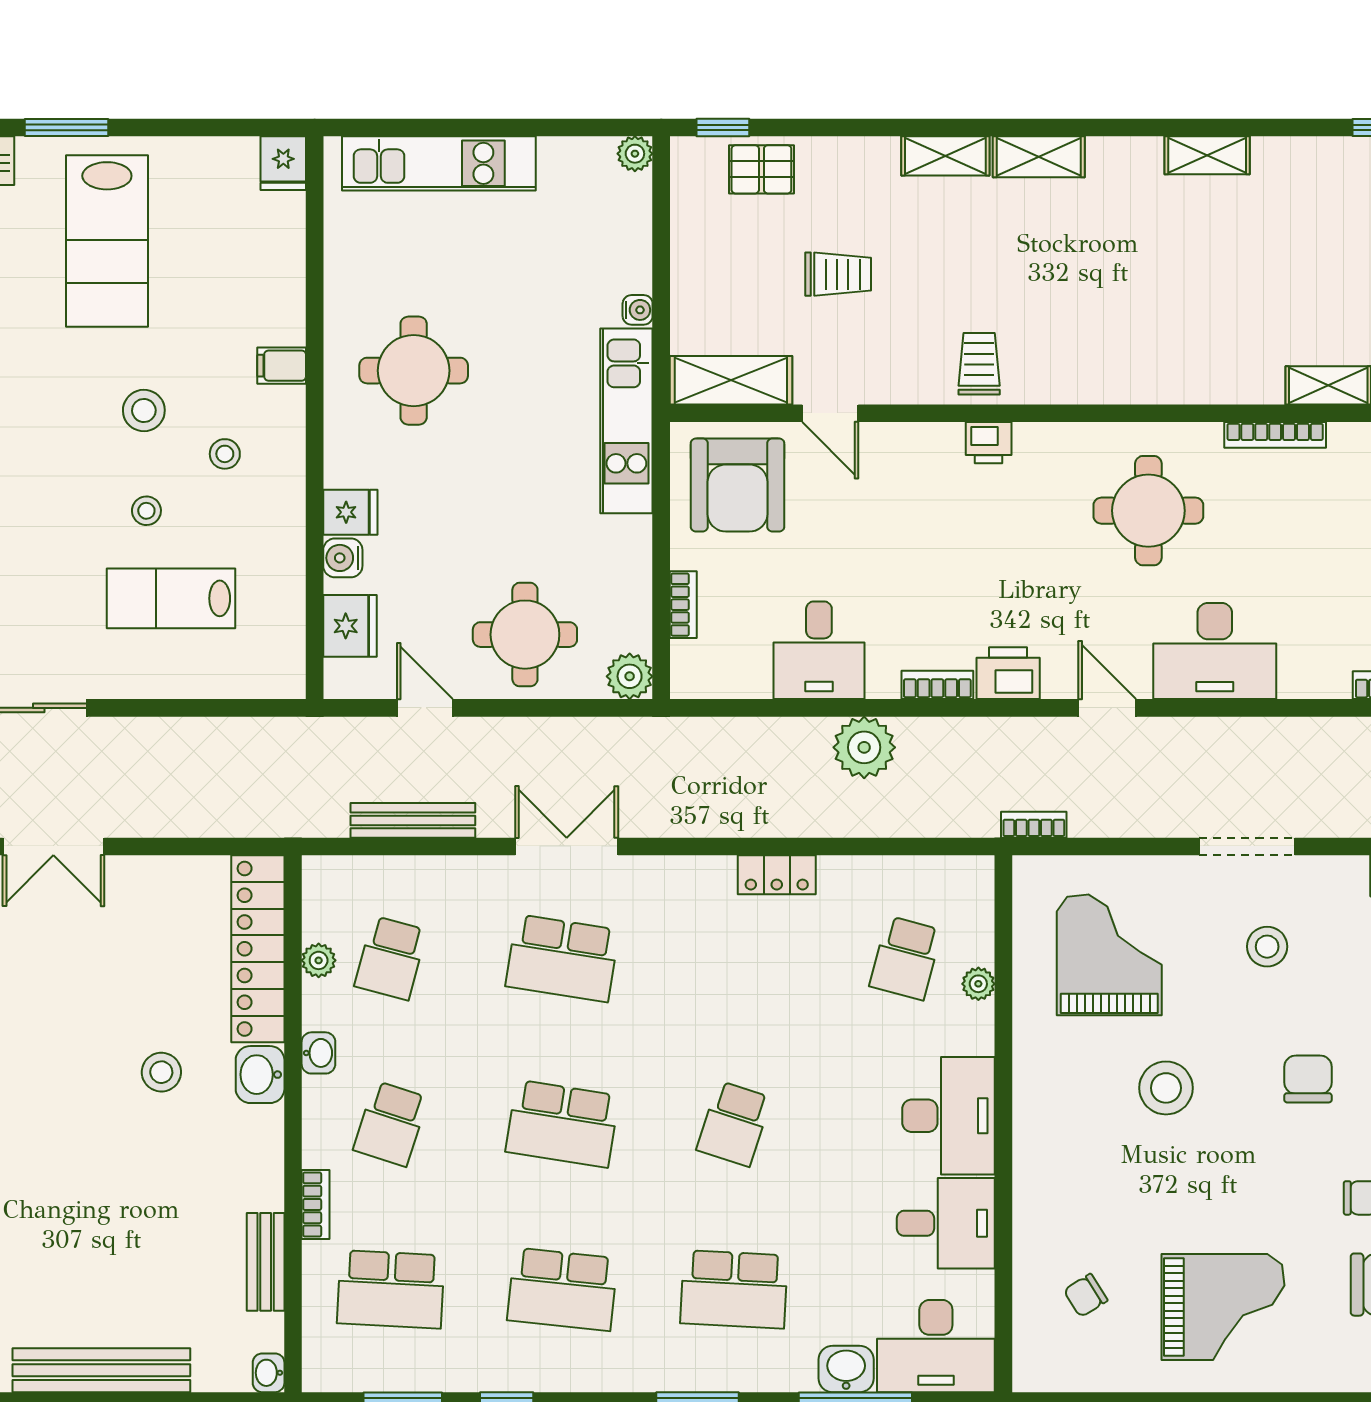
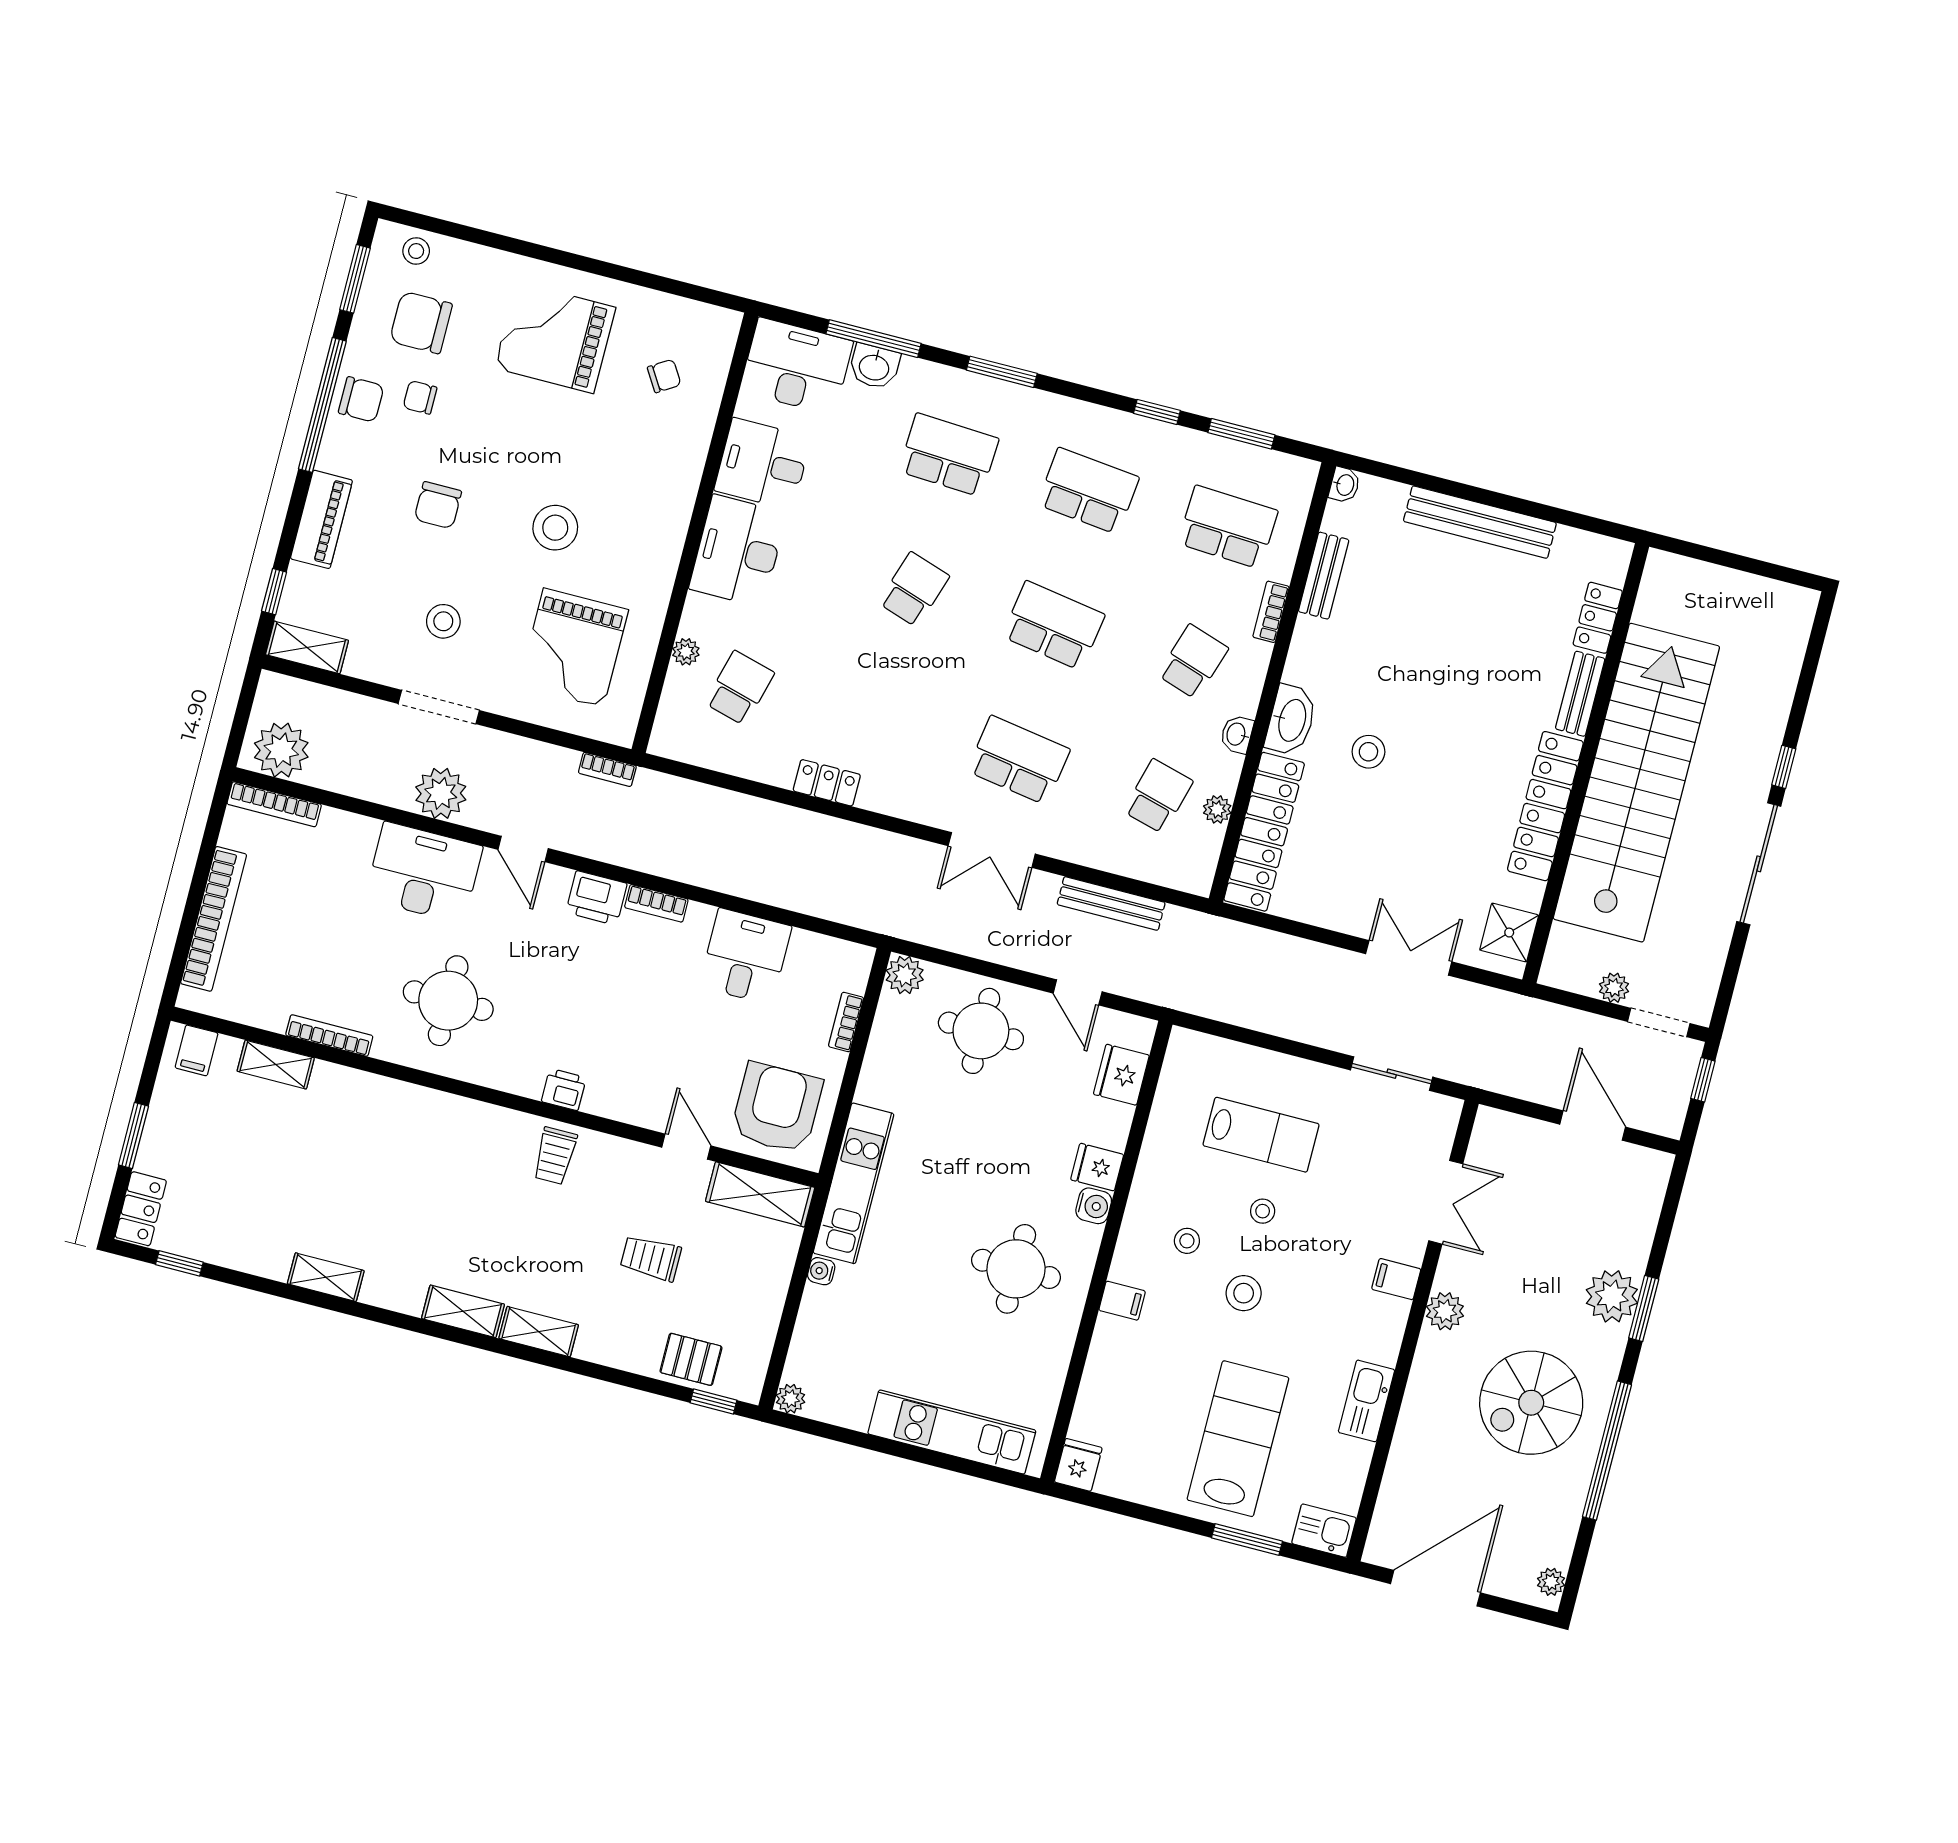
water cooler: (343, 558) -> (1094, 1206), moved
plant: (864, 747) -> (441, 793), moved
washbasin: (260, 1075) -> (1291, 720), width x1.38

